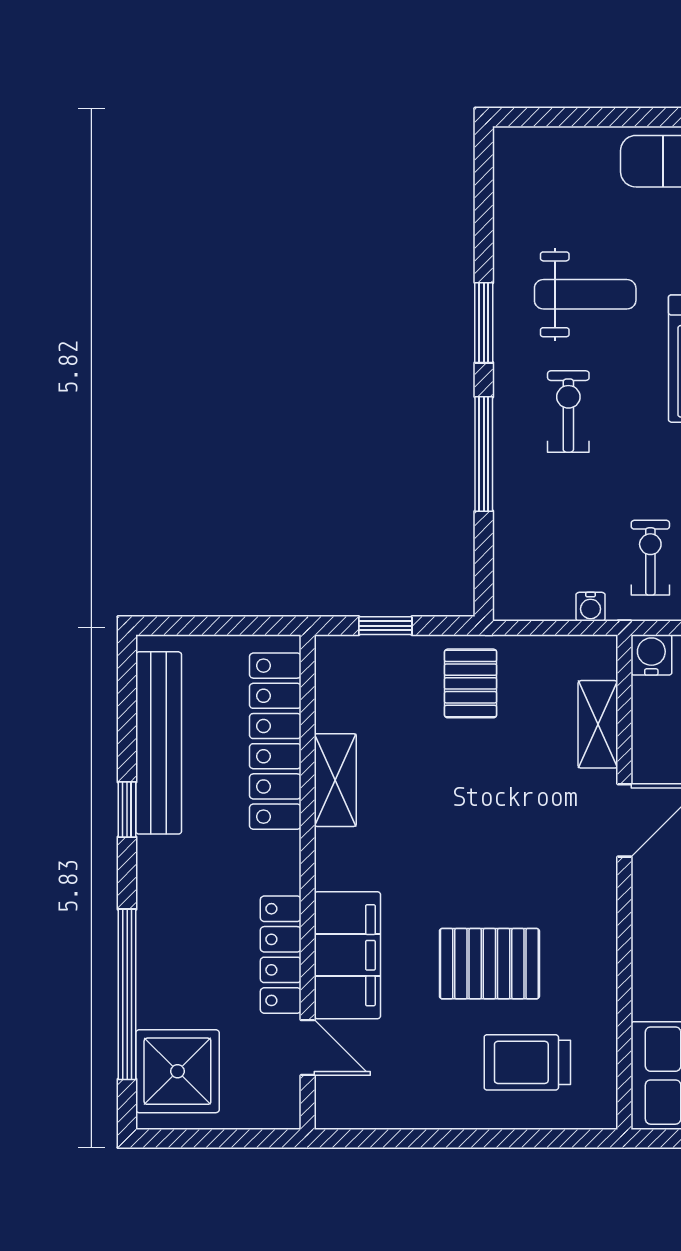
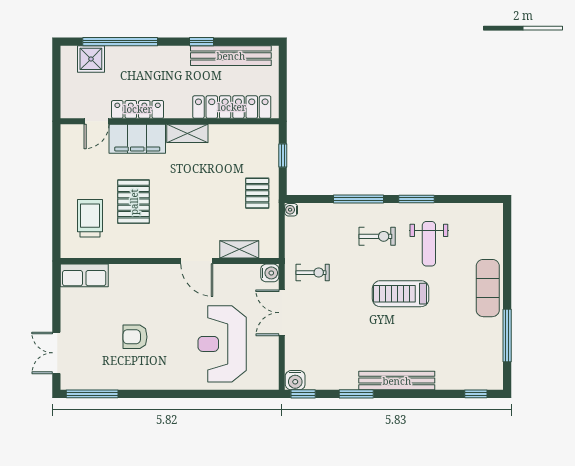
water cooler: (591, 607) -> (291, 210), moved
pallet: (471, 683) -> (257, 193), turned 90
shelving: (335, 780) -> (187, 133), moved
shower: (177, 1071) -> (91, 59), width x0.73, depth x0.73

